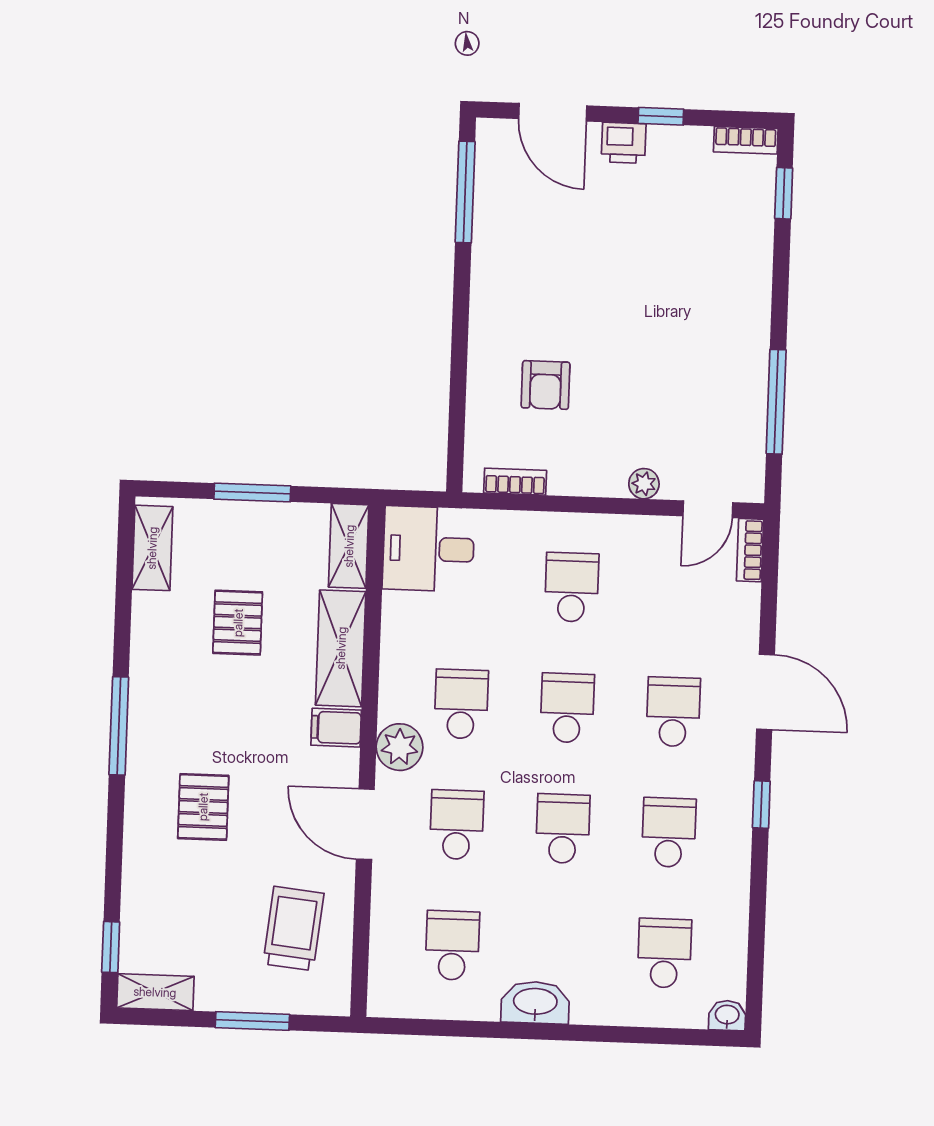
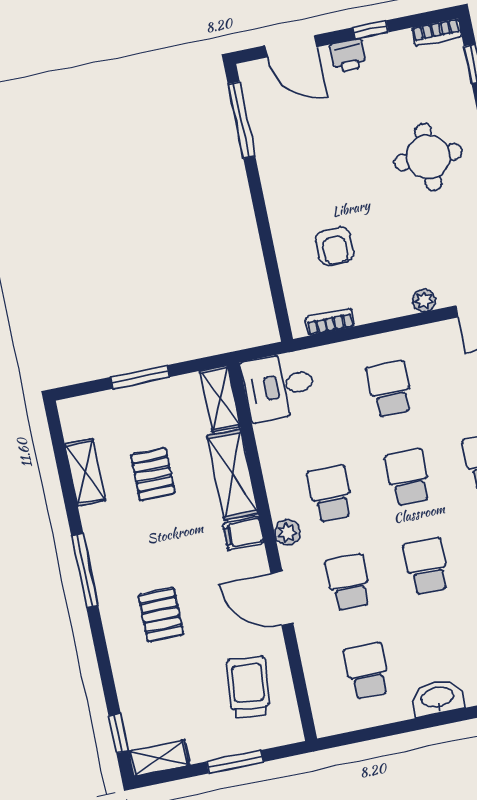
round table: (695, 299) -> (428, 157), added
shelving: (152, 548) -> (85, 472), moved
plant: (400, 747) -> (287, 532), width x0.73, depth x0.73

